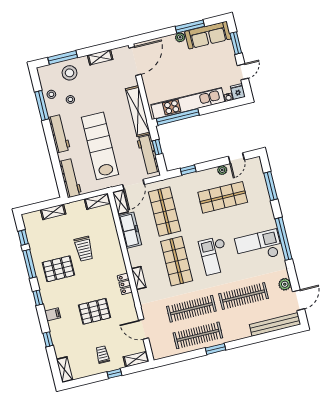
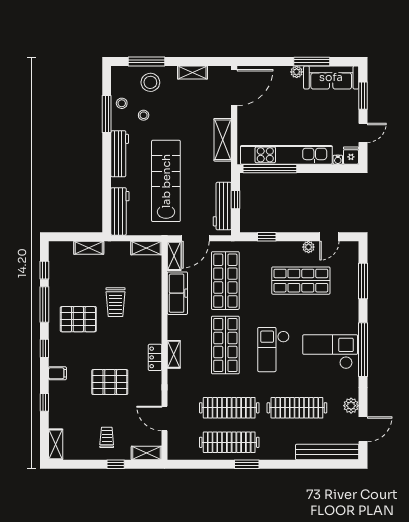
shelving: (138, 111) -> (223, 140), width x0.68

